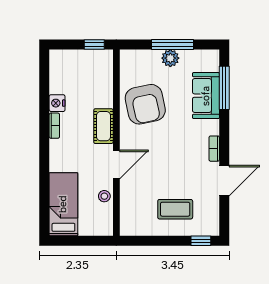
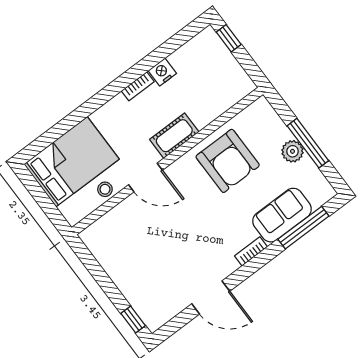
window: (94, 45) -> (229, 38), moved
armchair: (145, 104) -> (228, 161), turned -78
bookcase: (214, 149) -> (251, 251), moved
bed: (63, 204) -> (72, 162), width x1.50
coffee table: (175, 209) -> (145, 270), removed

